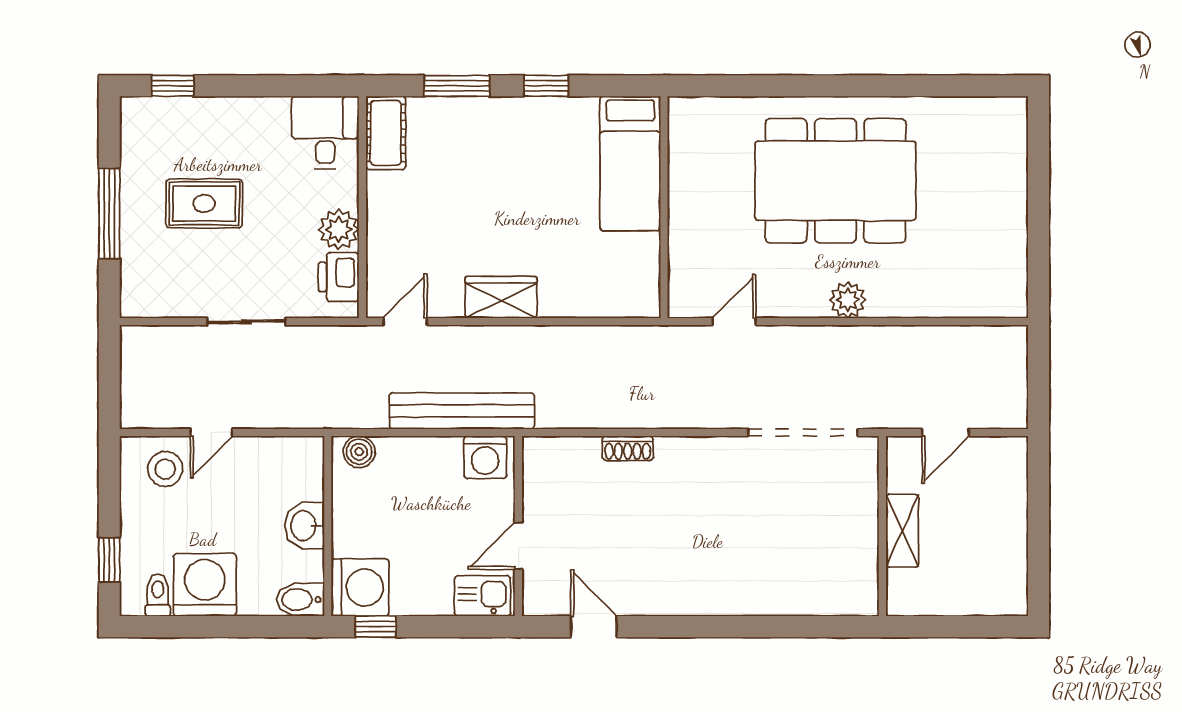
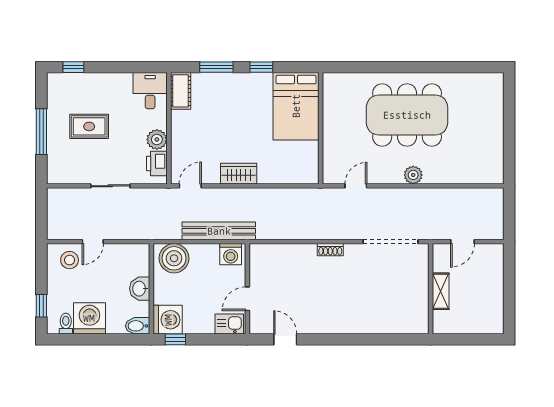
bed: (630, 164) -> (296, 106), width x1.50
shoe rack: (628, 448) -> (330, 250), moved
boiler: (359, 452) -> (174, 258), width x1.86, depth x1.86

